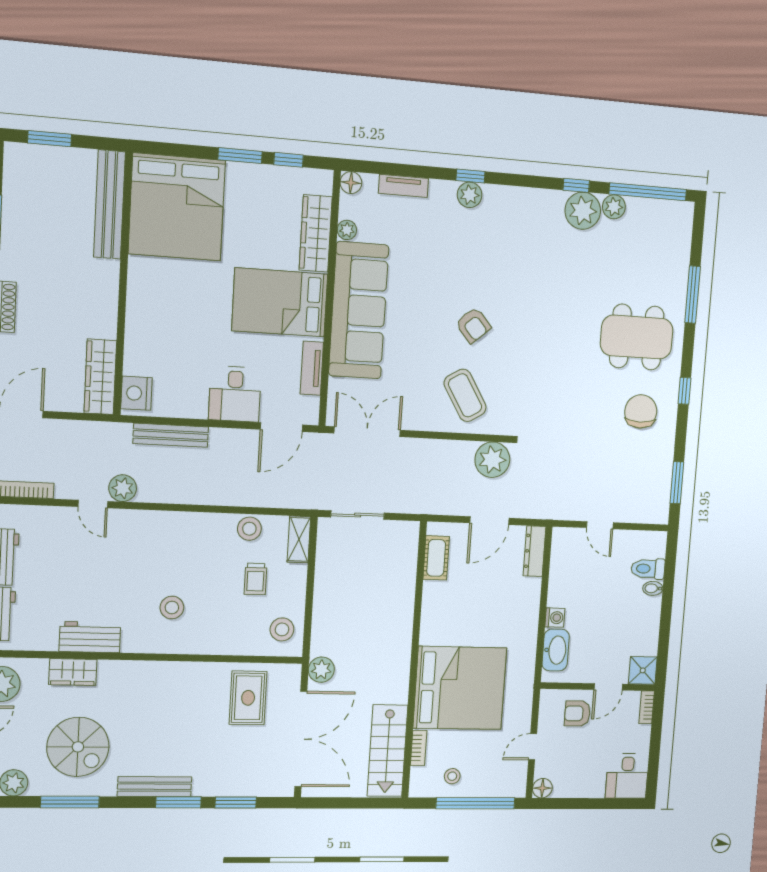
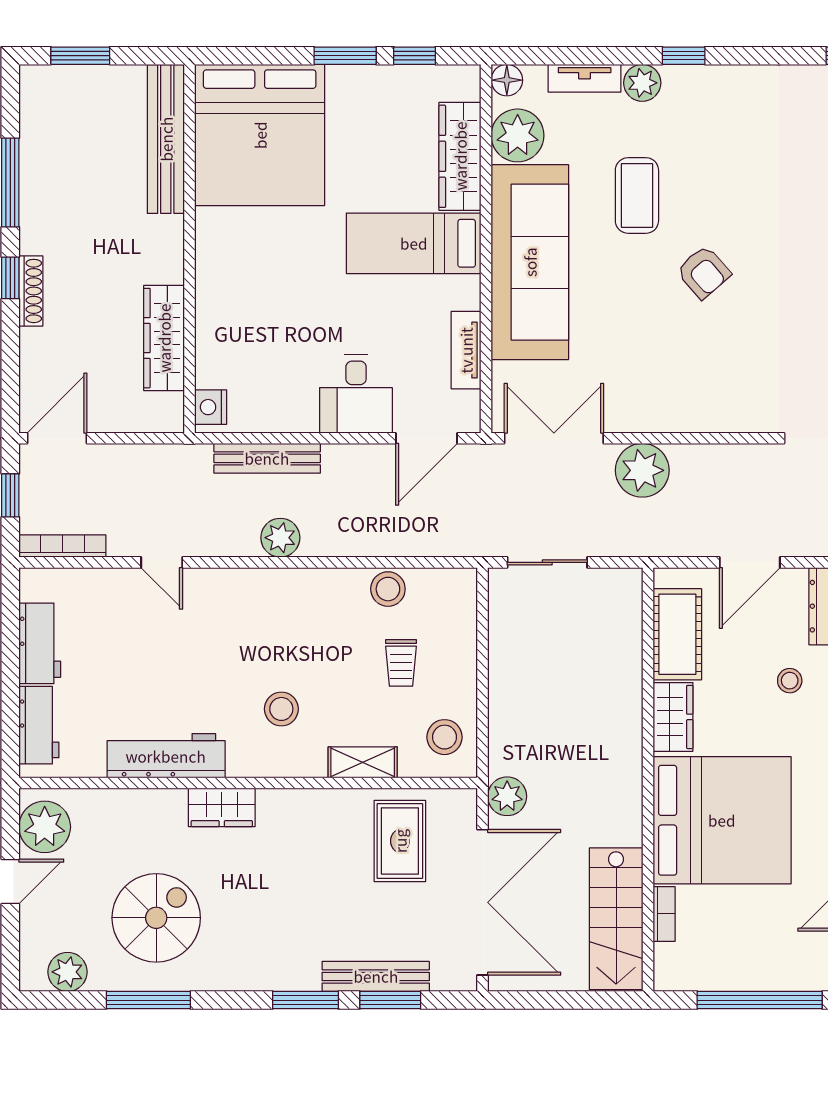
plant: (470, 195) -> (642, 83), moved
plant: (347, 230) -> (518, 135), width x1.87, depth x1.87
bed: (280, 302) -> (414, 243), width x0.67
wardrobe: (100, 377) -> (164, 338), moved
nightstand: (136, 393) -> (211, 407), width x0.74, depth x0.75
coffee table: (465, 395) -> (637, 195), moved, turned 31
plant: (492, 460) -> (642, 470), moved
plant: (123, 488) -> (280, 538), moved
shelving: (299, 539) -> (363, 762), moved, turned 90
cot: (436, 558) -> (677, 634), width x1.37, depth x1.34
wardrobe: (433, 620) -> (673, 717), added
workbench: (90, 637) -> (166, 756), width x1.38
wardrobe: (73, 672) -> (222, 807), moved
spiral stairs: (78, 747) -> (156, 918), turned -90
stool: (452, 776) -> (790, 681), moved
bench: (155, 787) -> (376, 976), moved

